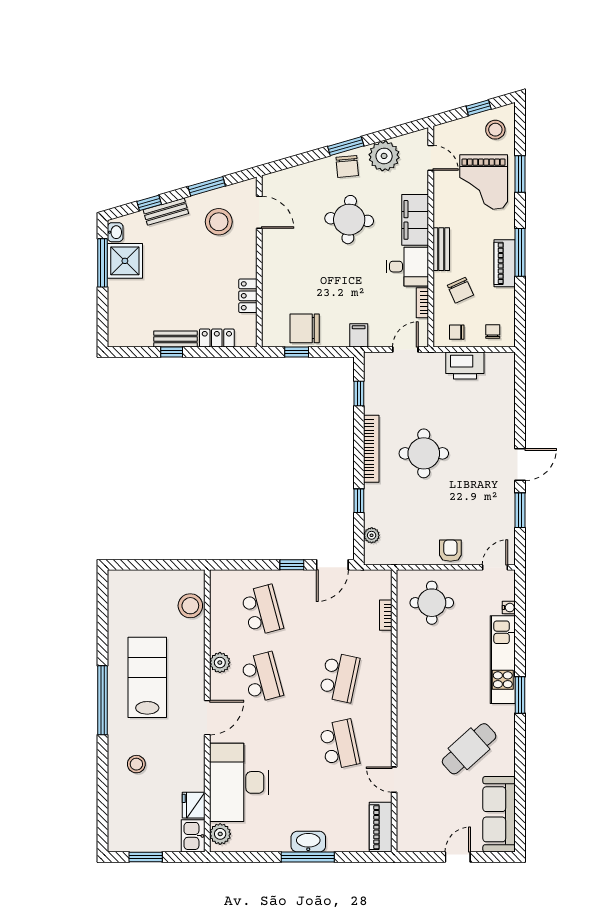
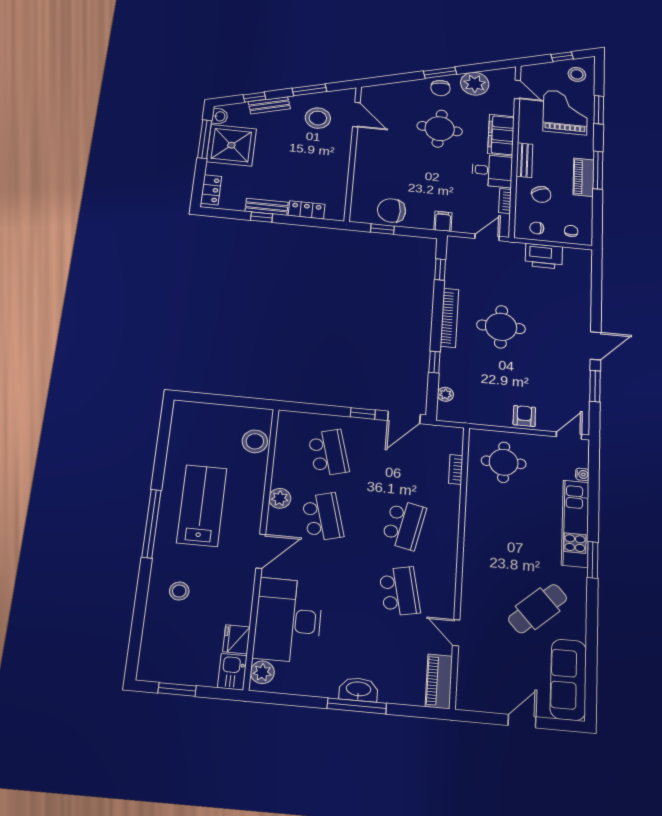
grand piano: (484, 182) -> (565, 112), turned 180
shower: (125, 261) -> (231, 145), width x1.37, depth x1.37
locker: (248, 296) -> (211, 190), moved, turned 180

